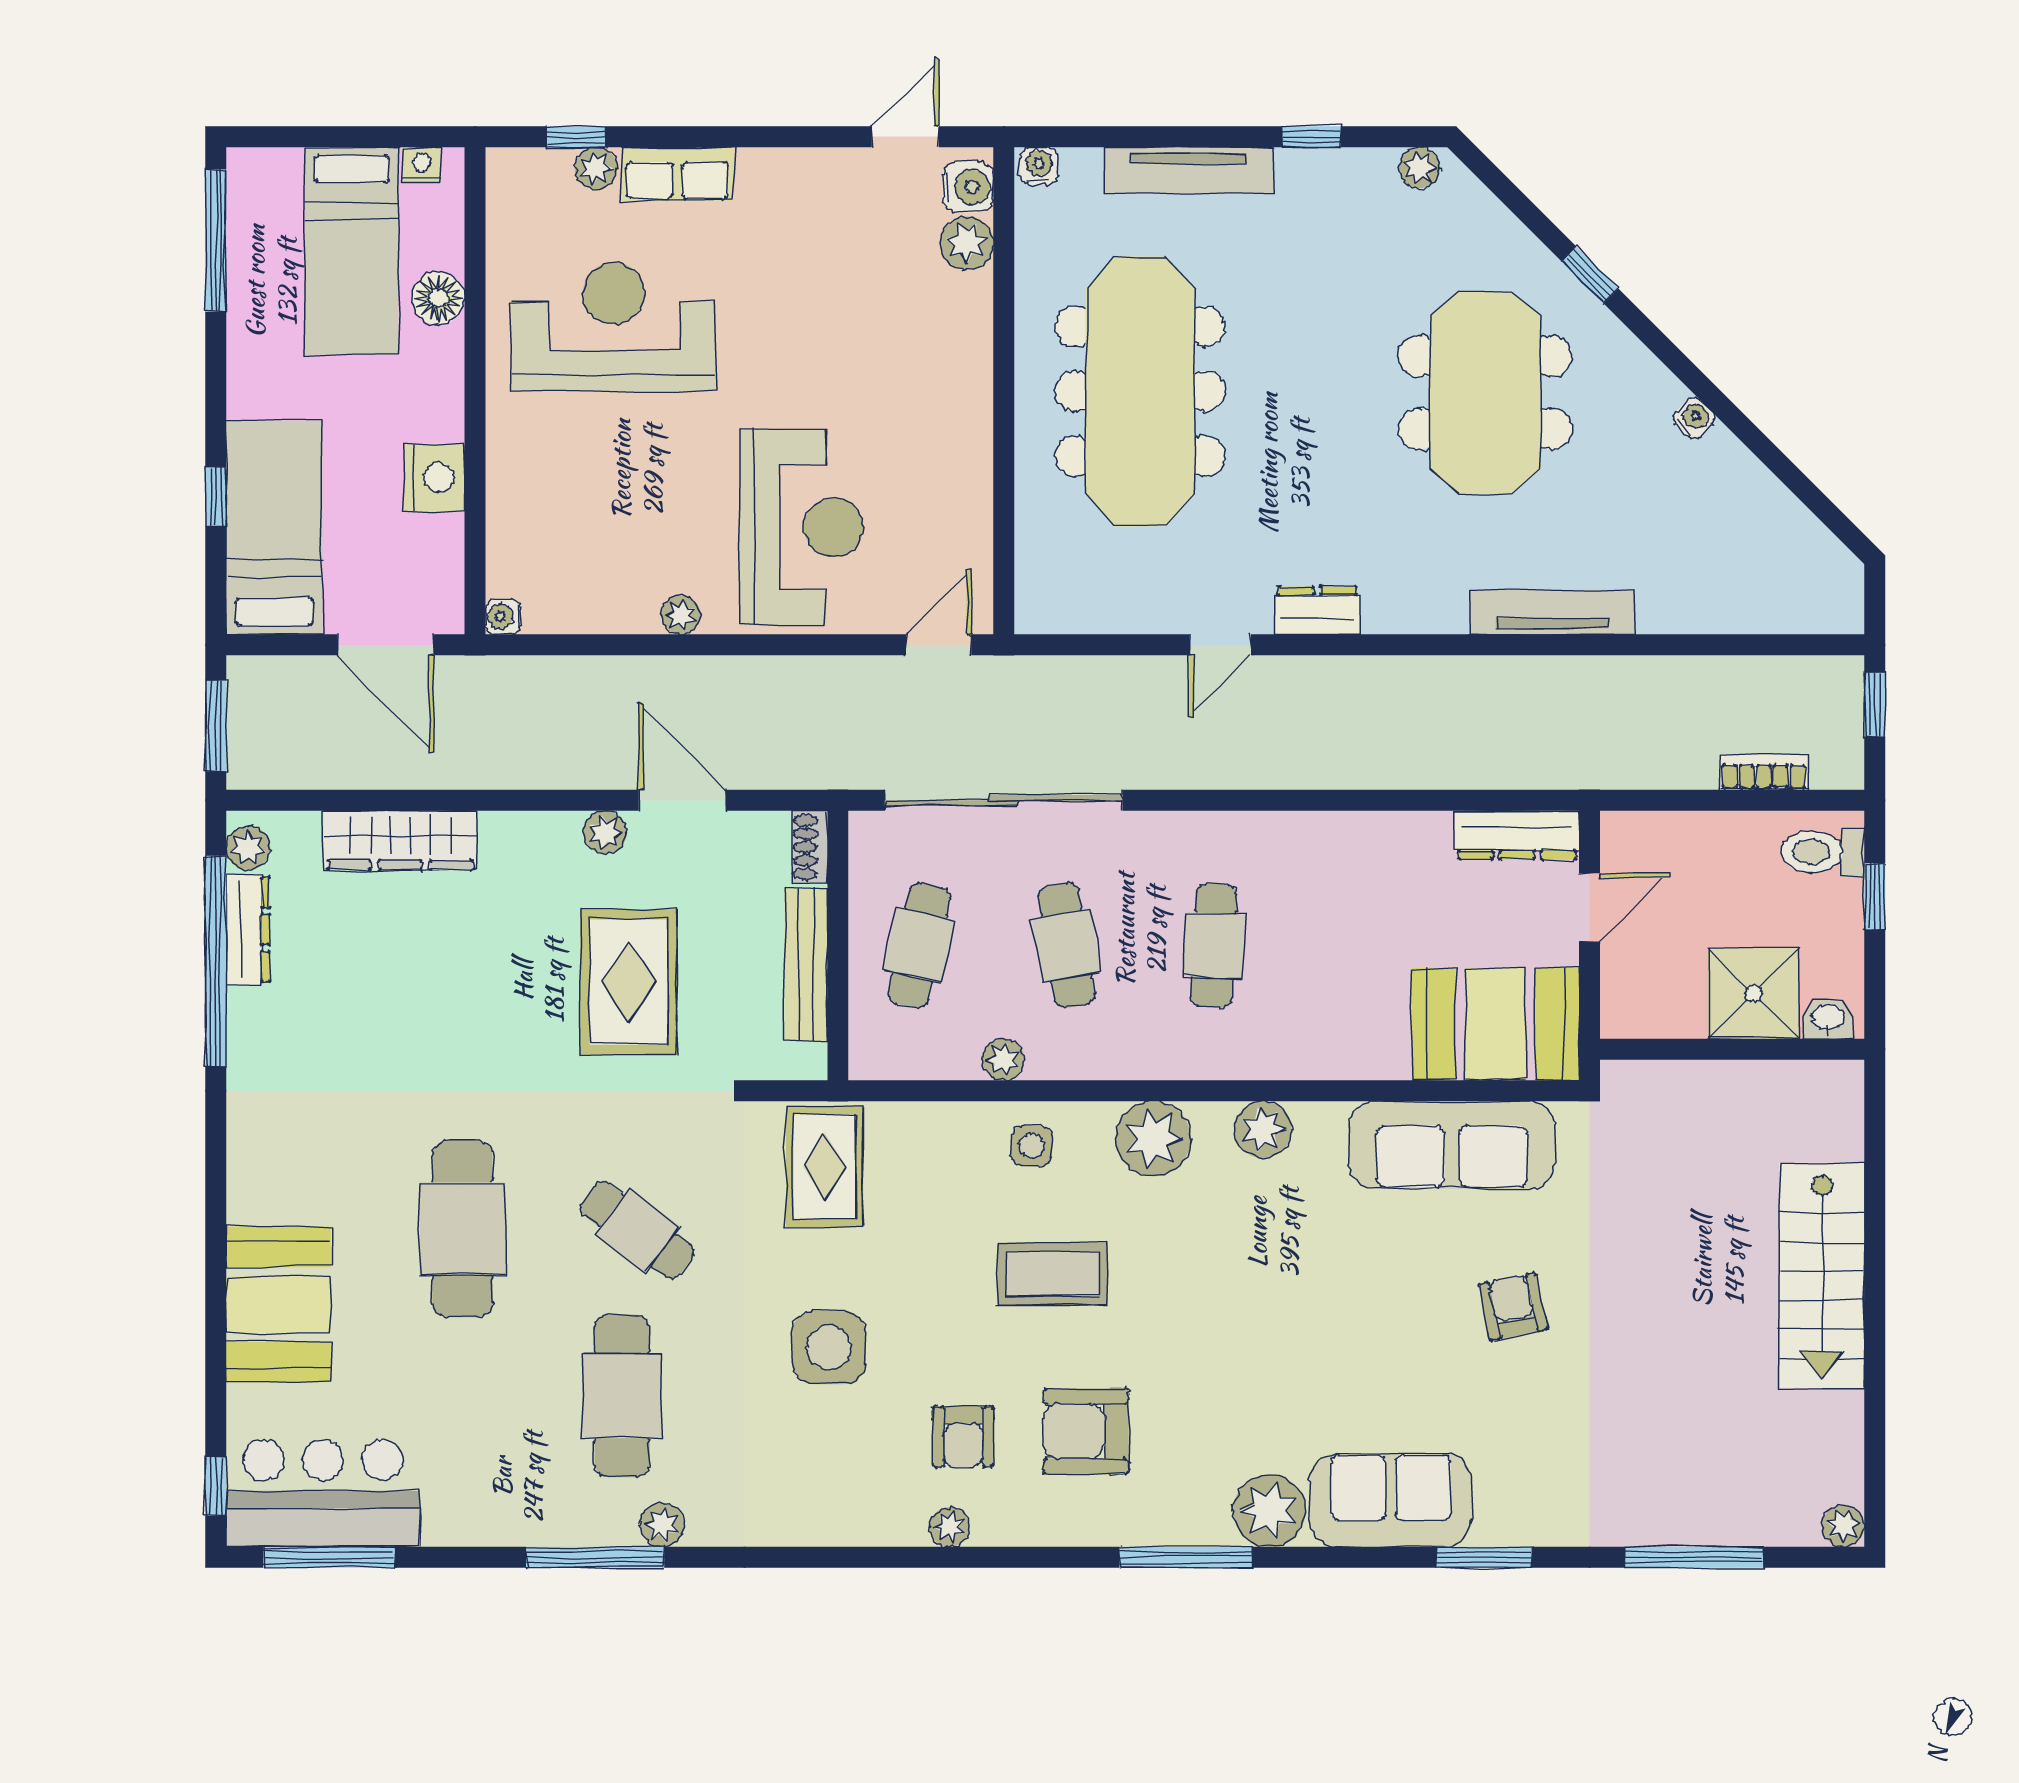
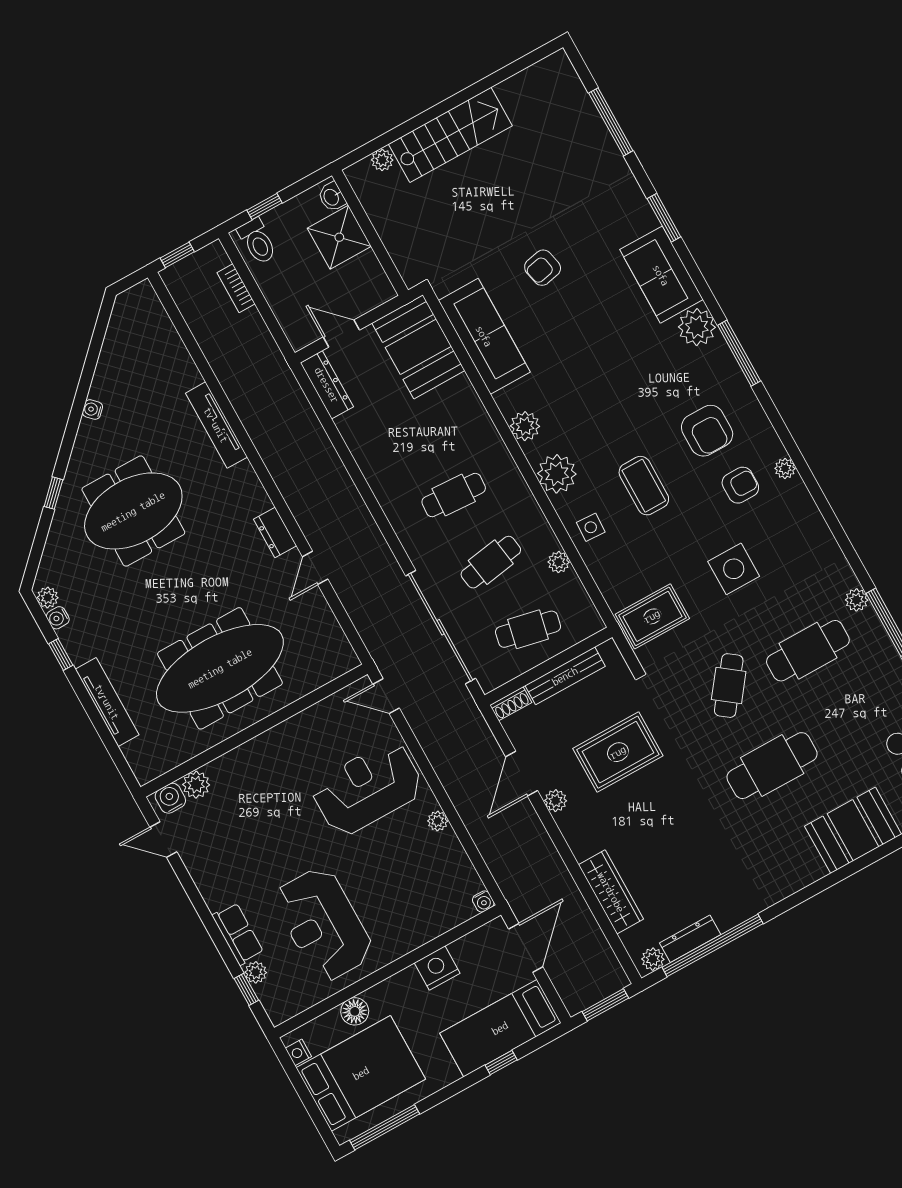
water cooler: (1039, 166) -> (58, 618), moved
bed: (352, 251) -> (361, 1073), width x1.50
door: (1220, 645) -> (315, 568), swing flipped
plant: (1843, 1526) -> (382, 160), moved

